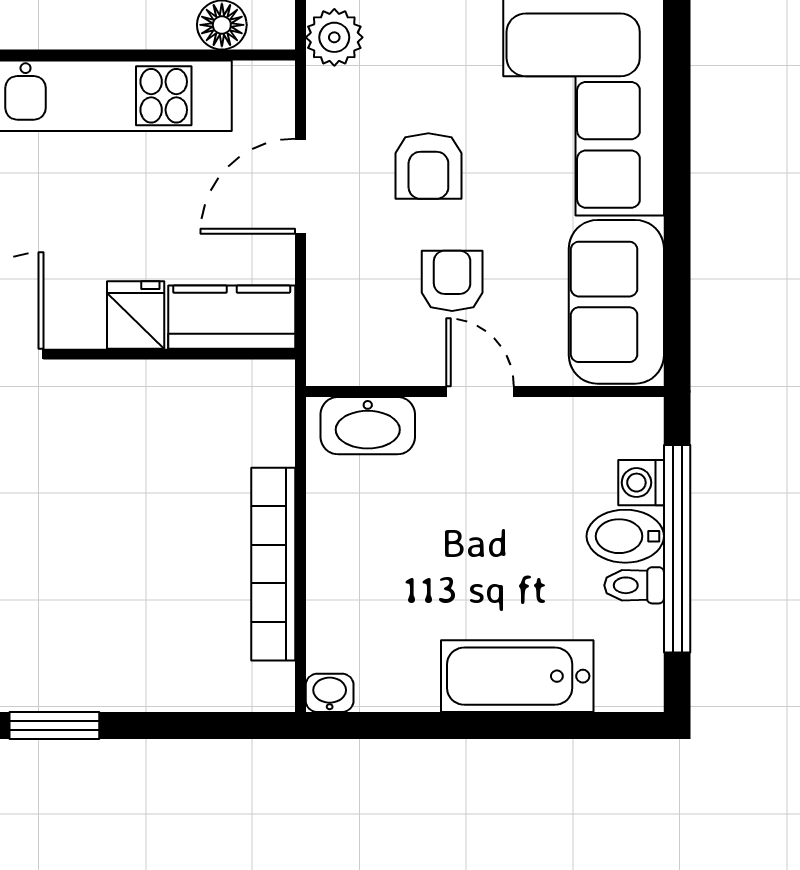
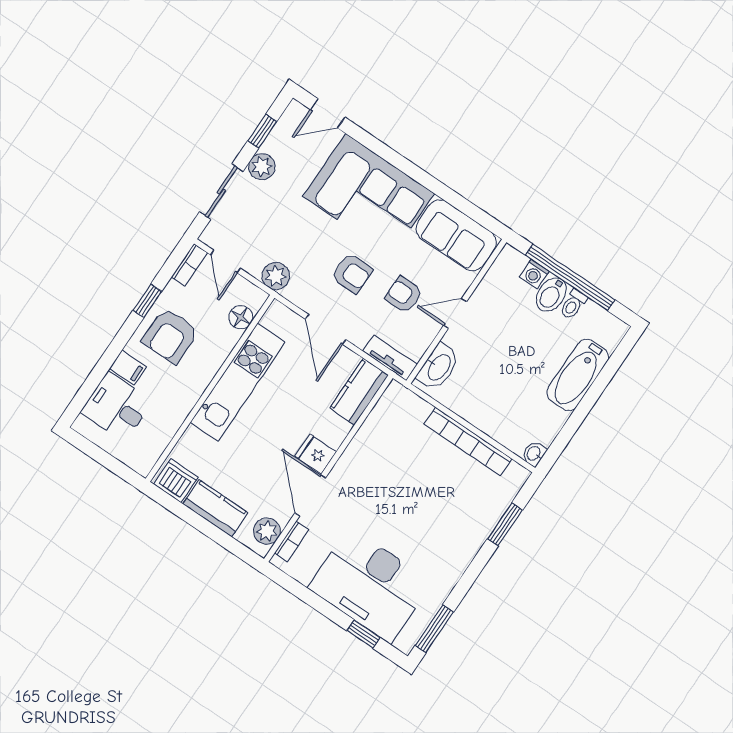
fridge: (136, 315) -> (316, 454), moved
tv unit: (327, 331) -> (390, 358), added
window: (54, 725) -> (505, 524), moved

